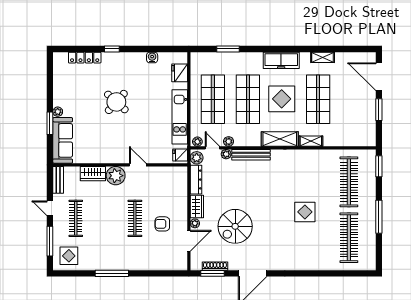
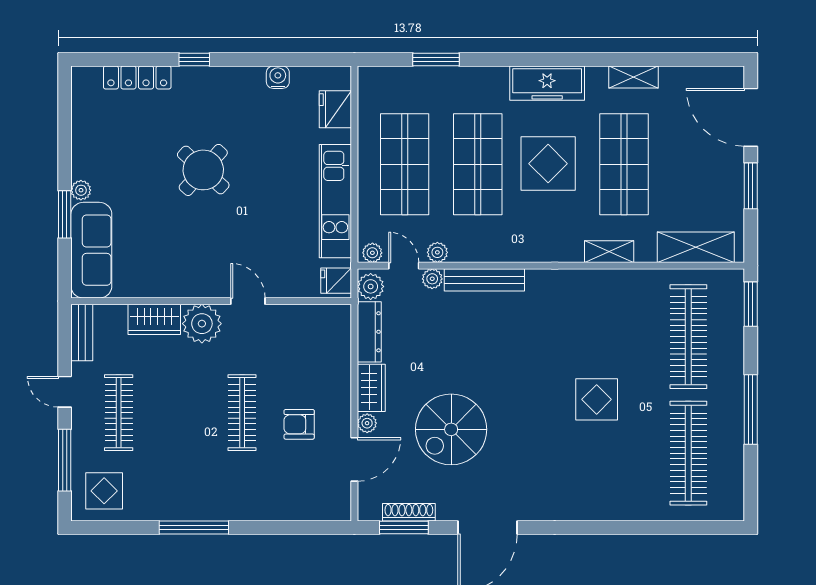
shelving: (280, 139) -> (696, 247), moved

